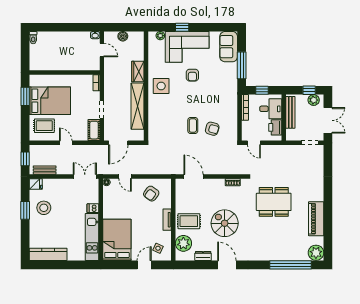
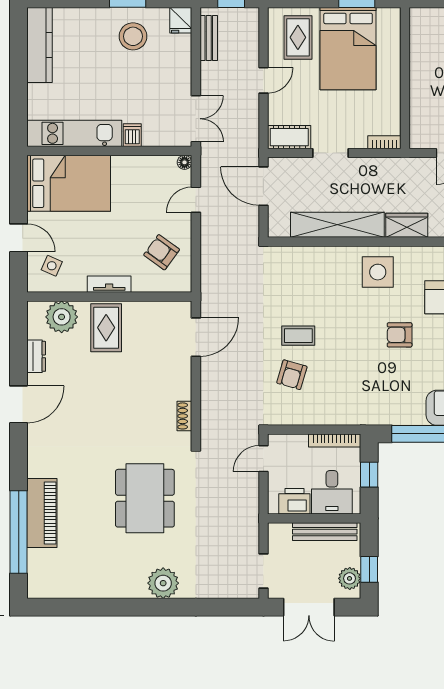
piano: (316, 219) -> (42, 513), moved, turned 90
spiral stairs: (225, 223) -> (102, 400), removed
plant: (316, 253) -> (163, 583), moved

